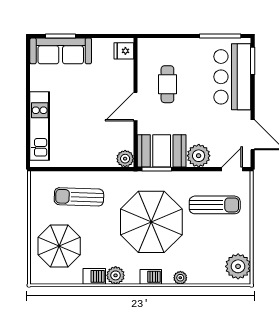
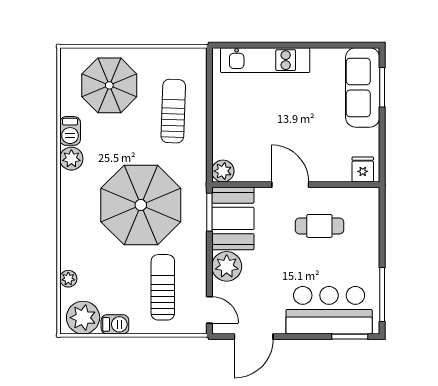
sun lounger: (215, 205) -> (163, 287), turned 180
barbecue: (151, 277) -> (115, 324), moved, turned -90
plant: (180, 278) -> (68, 279), moved

